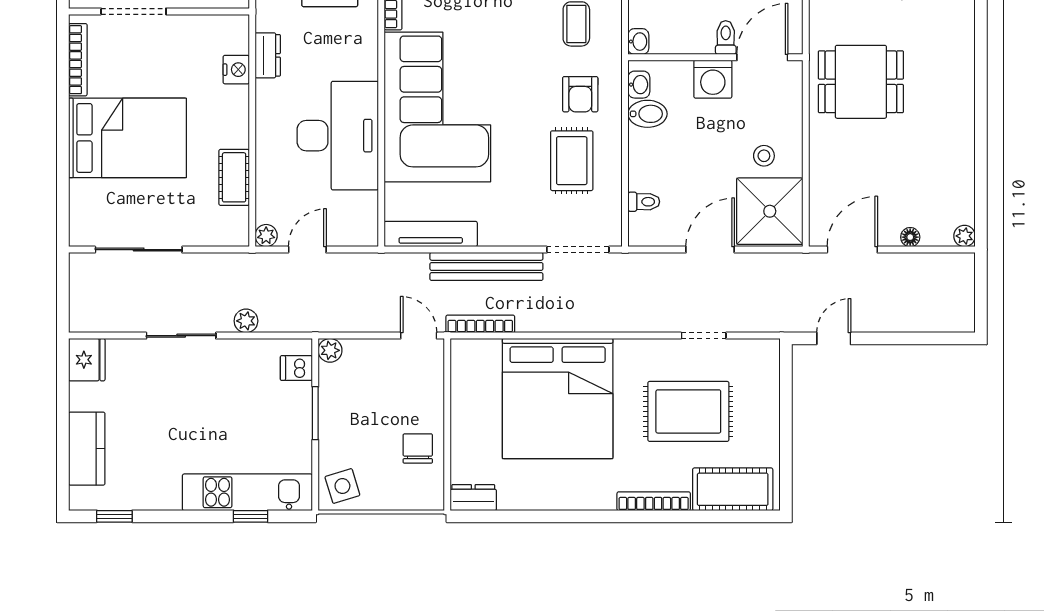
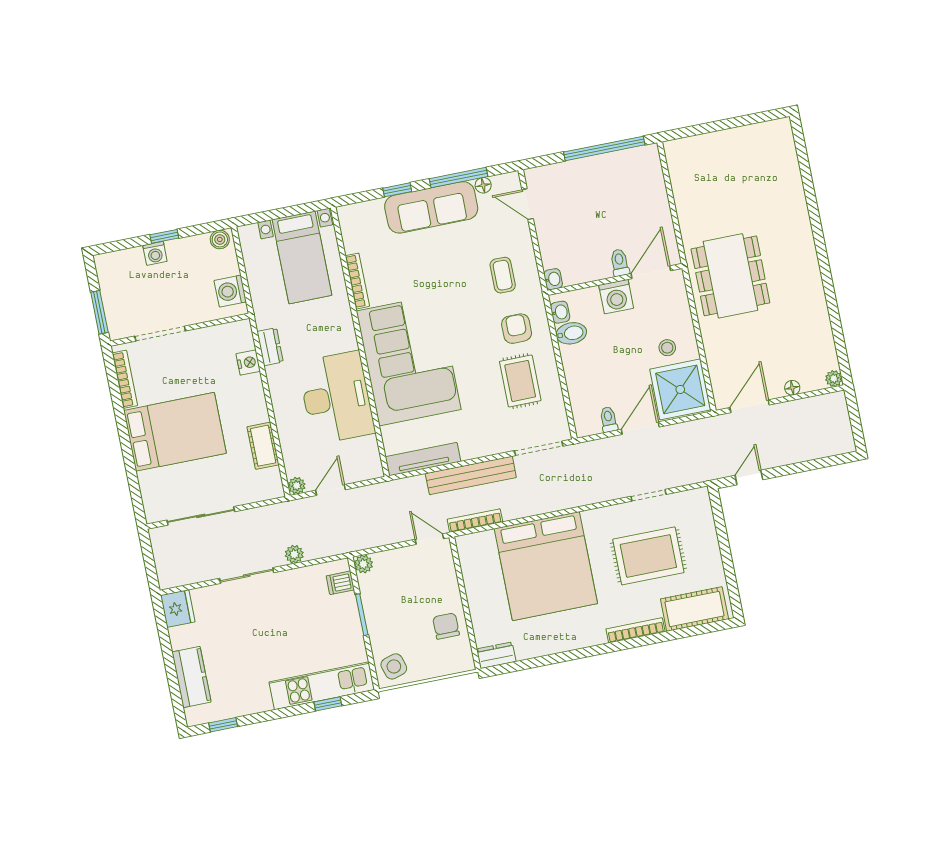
dining table: (861, 82) -> (730, 276), width x1.37
armchair: (580, 94) -> (517, 329), turned 180
toilet: (644, 202) -> (609, 419), moved, turned -90

